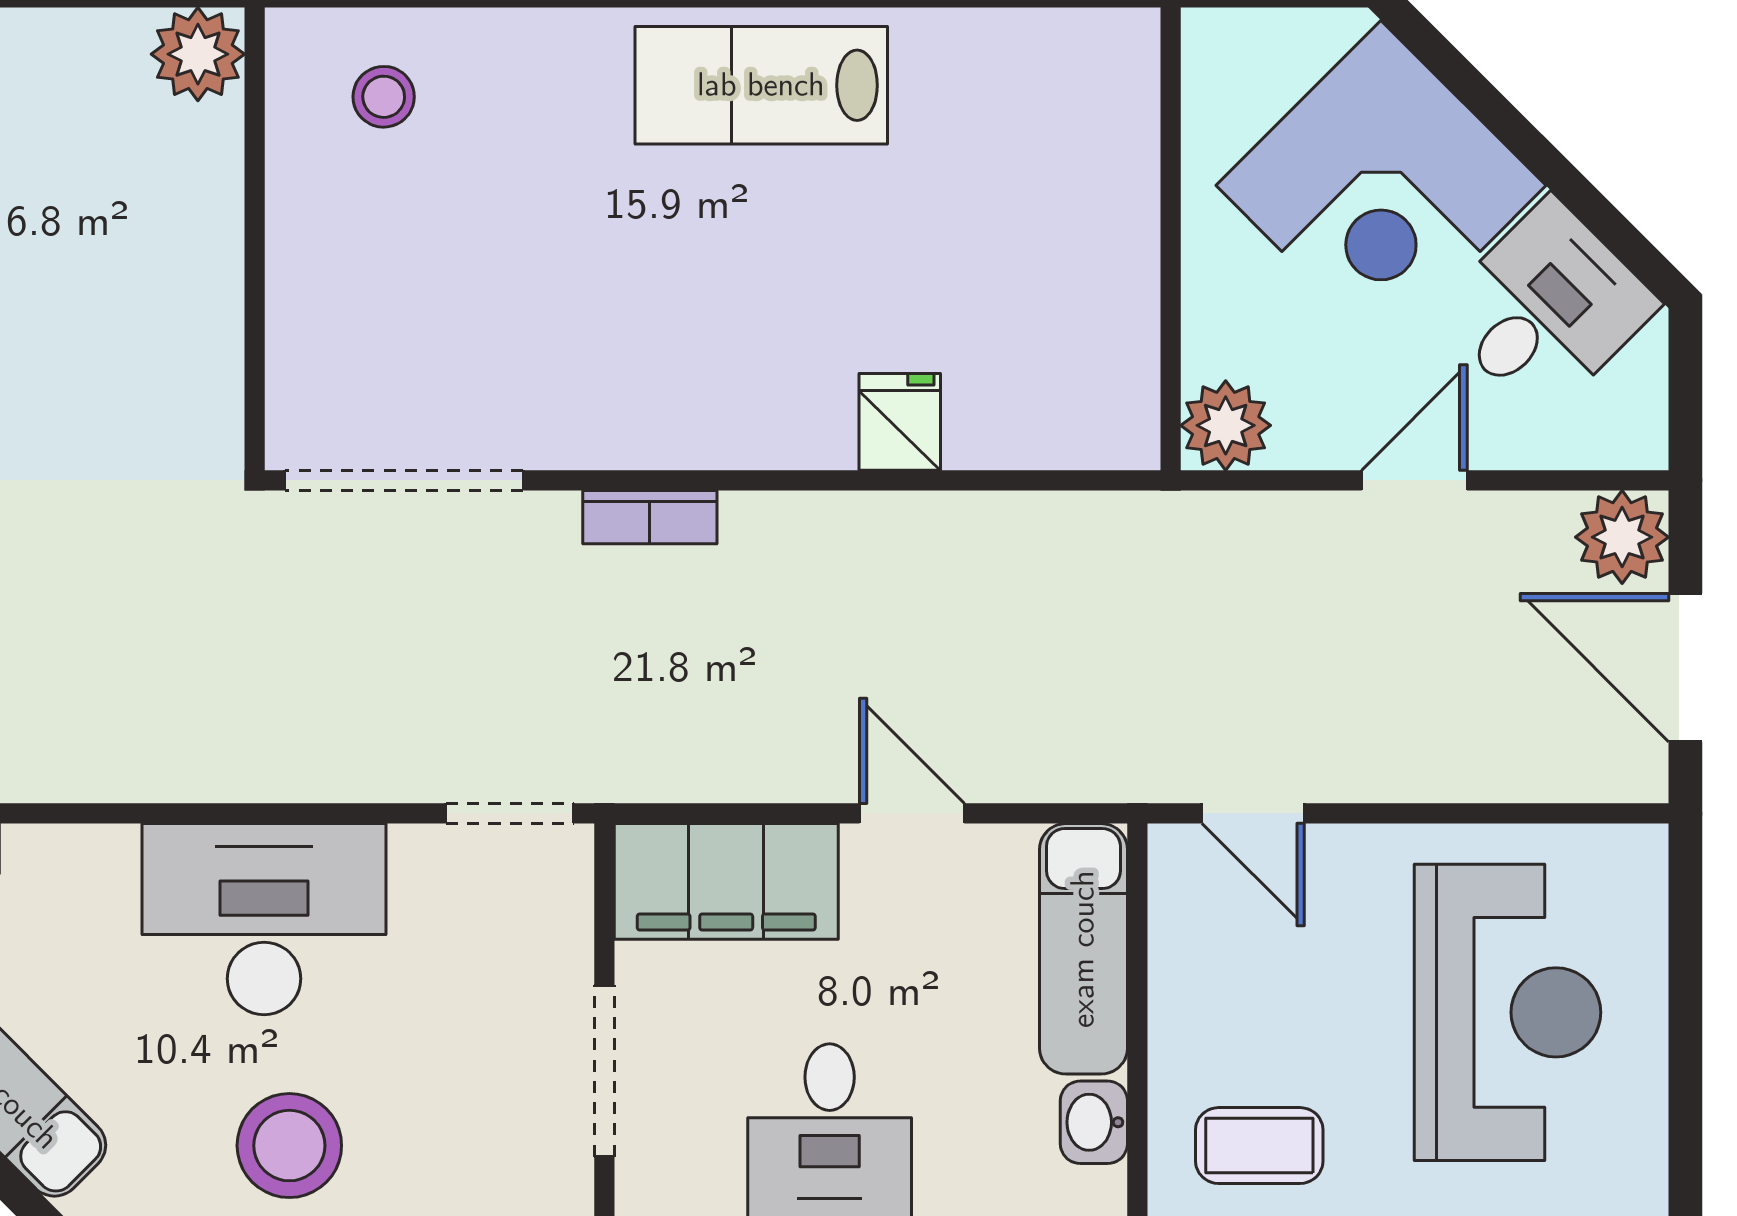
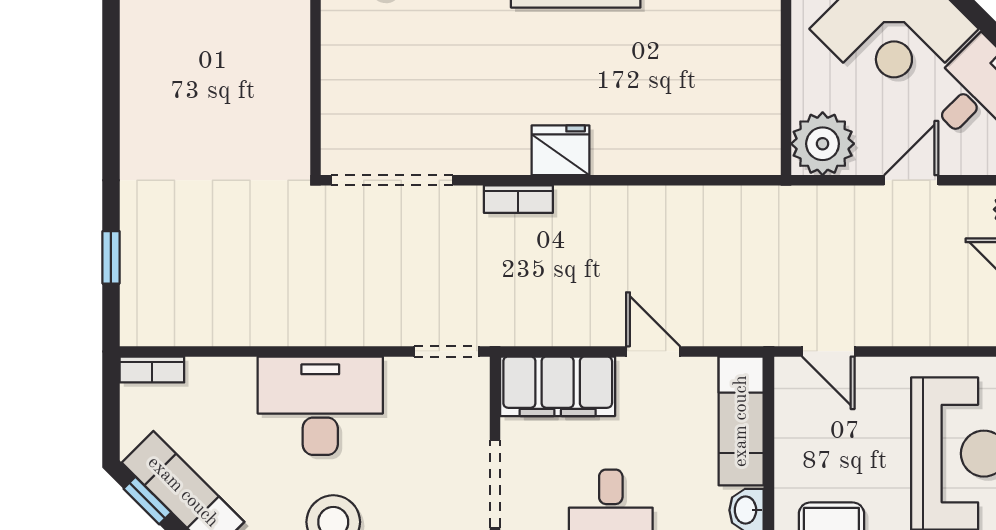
fridge: (900, 422) -> (560, 150), moved, width x1.38
plant: (1226, 425) -> (823, 144), width x1.36, depth x1.36

